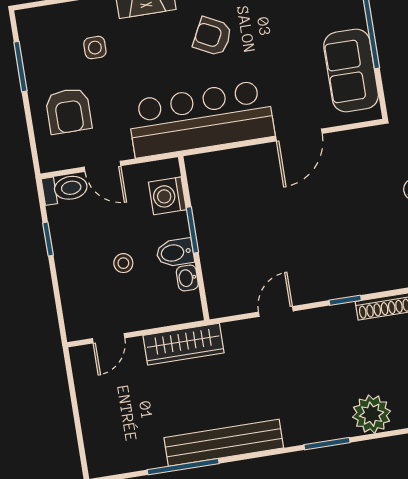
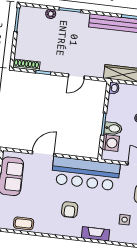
armchair: (213, 36) -> (70, 210), turned 63
bidet: (175, 253) -> (113, 128), moved
washbasin: (187, 278) -> (114, 88), moved
plant: (372, 414) -> (51, 14), width x0.53, depth x0.53

